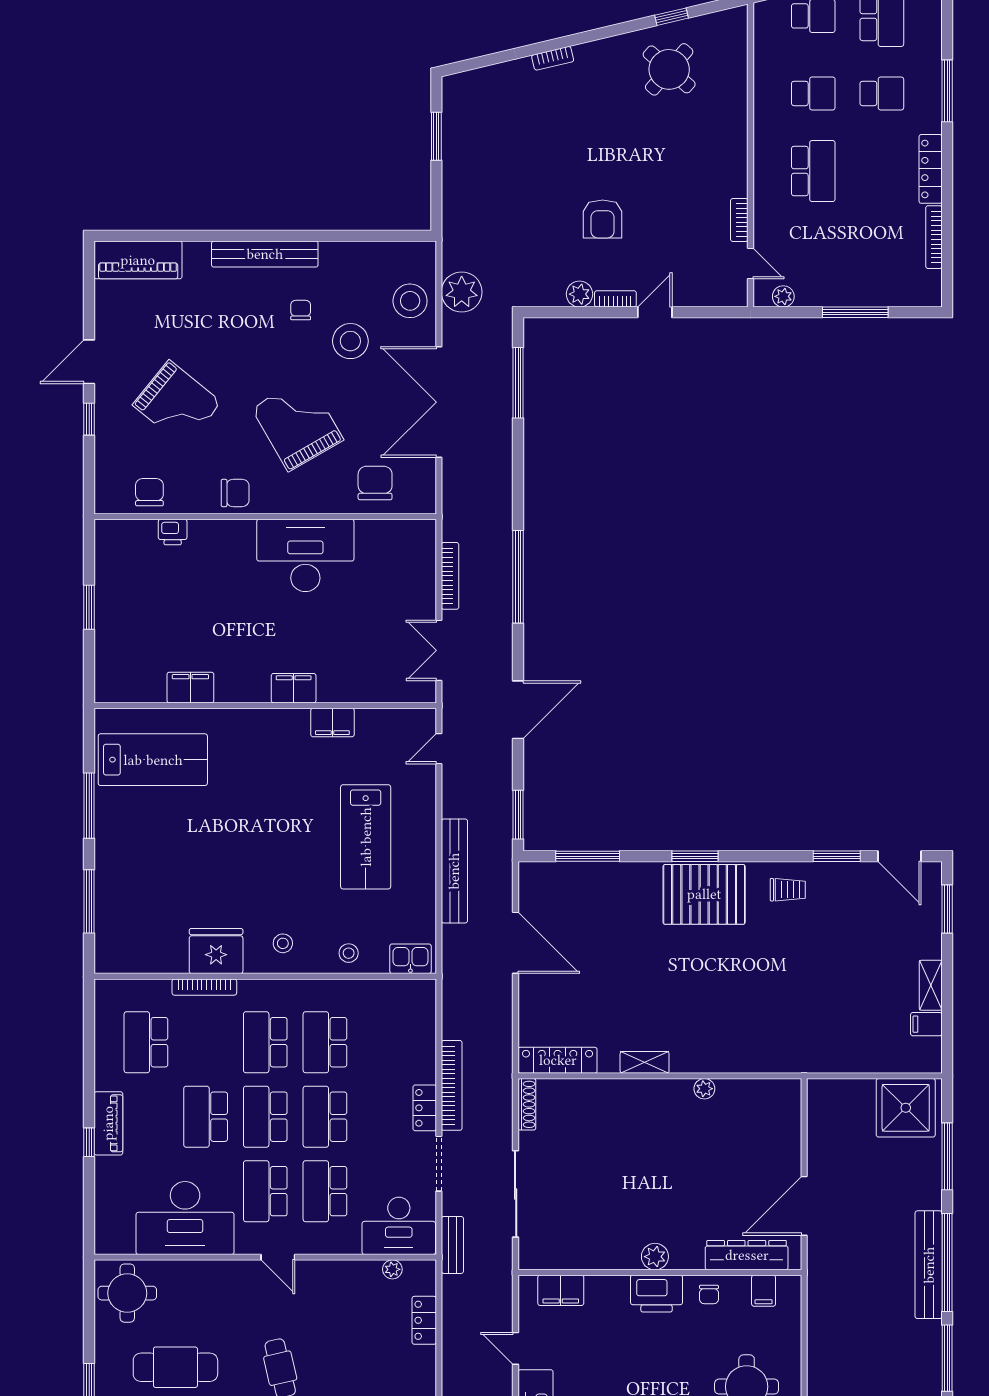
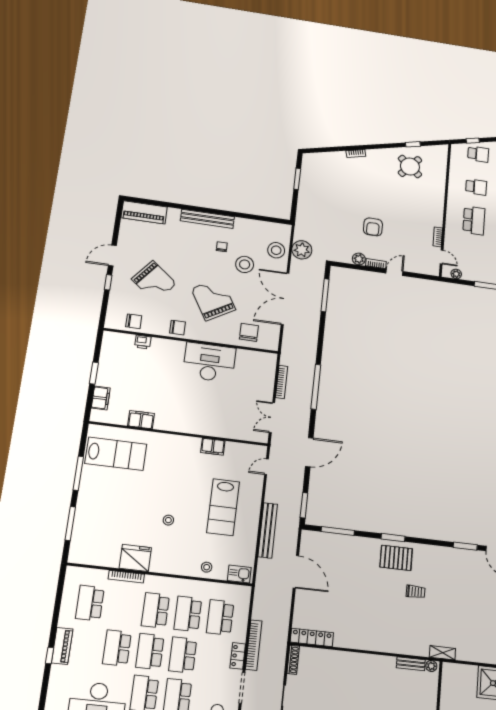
chair: (149, 492) -> (134, 321), turned 90
filing cabinet: (294, 688) -> (101, 398), moved, turned 90
trolley: (788, 890) -> (416, 592), moved
pallet: (704, 894) -> (396, 558), width x0.73, depth x0.71
stool: (283, 943) -> (168, 520), moved
school desk: (385, 1042) -> (220, 617), added
shelving: (645, 1062) -> (442, 653), moved
plant: (704, 1089) -> (431, 666), moved
bench: (747, 1089) -> (411, 664), added

